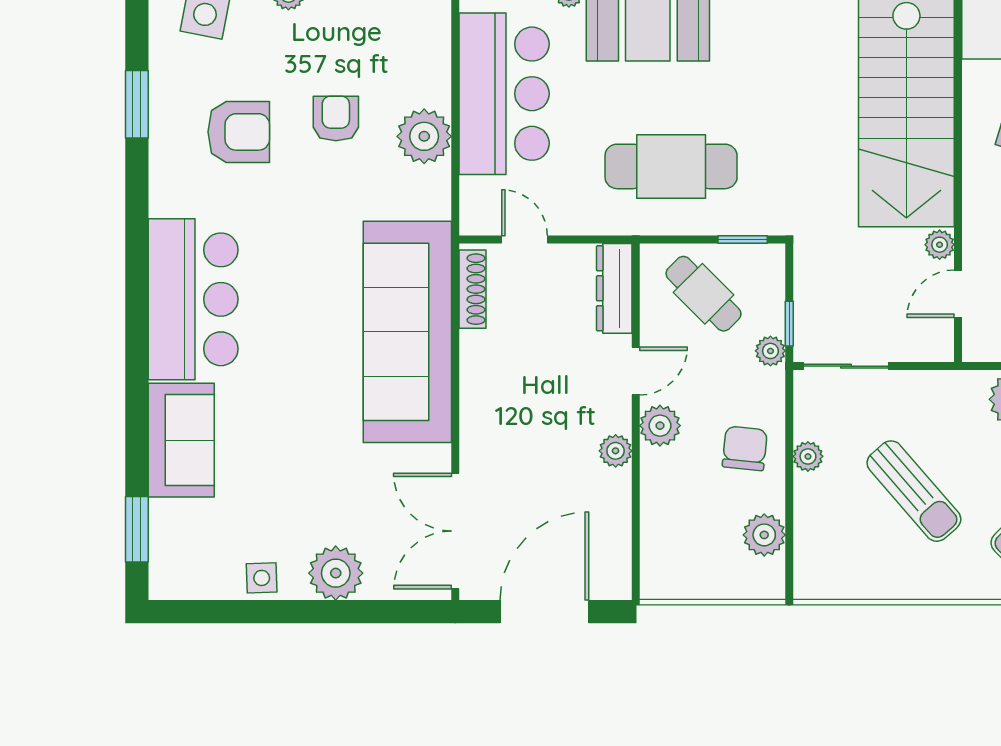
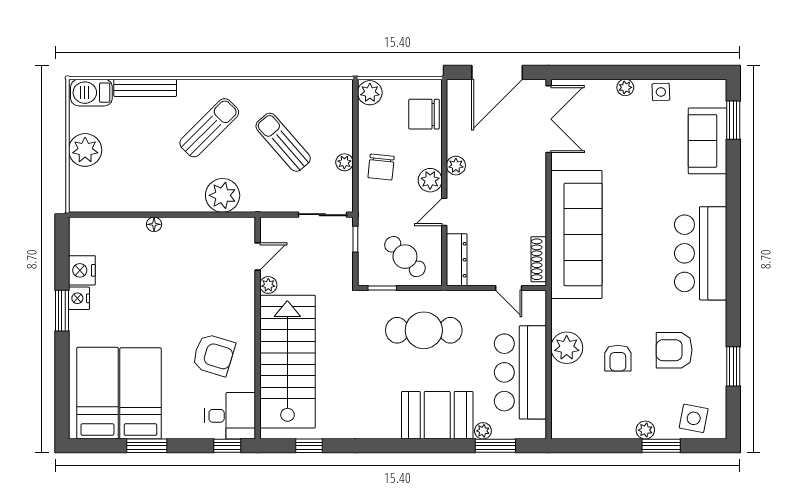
plant: (770, 351) -> (366, 223), removed
sofa: (181, 440) -> (707, 141), moved
plant: (764, 535) -> (370, 93), moved
chair: (671, 540) -> (424, 114), added
plant: (336, 573) -> (625, 87), width x0.53, depth x0.53

